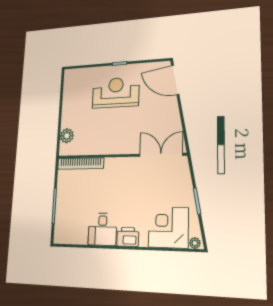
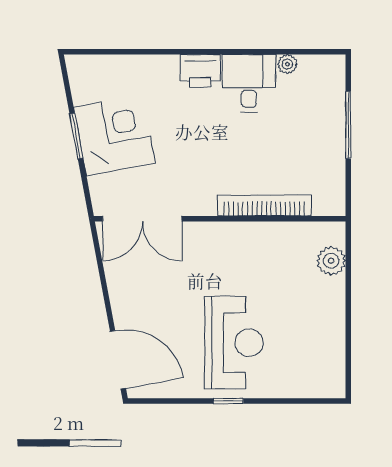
reception desk: (116, 93) -> (234, 343), turned -90
bookcase: (81, 163) -> (264, 206), moved
corner desk: (168, 227) -> (114, 135), moved, turned -101
plant: (195, 243) -> (287, 64), moved

